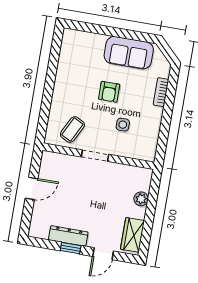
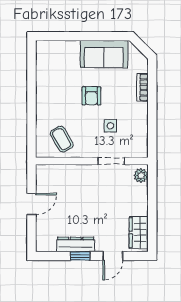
coffee table: (72, 130) -> (62, 139), turned -57
doorway: (95, 156) -> (111, 161), moved
plant: (141, 199) -> (141, 175), moved

